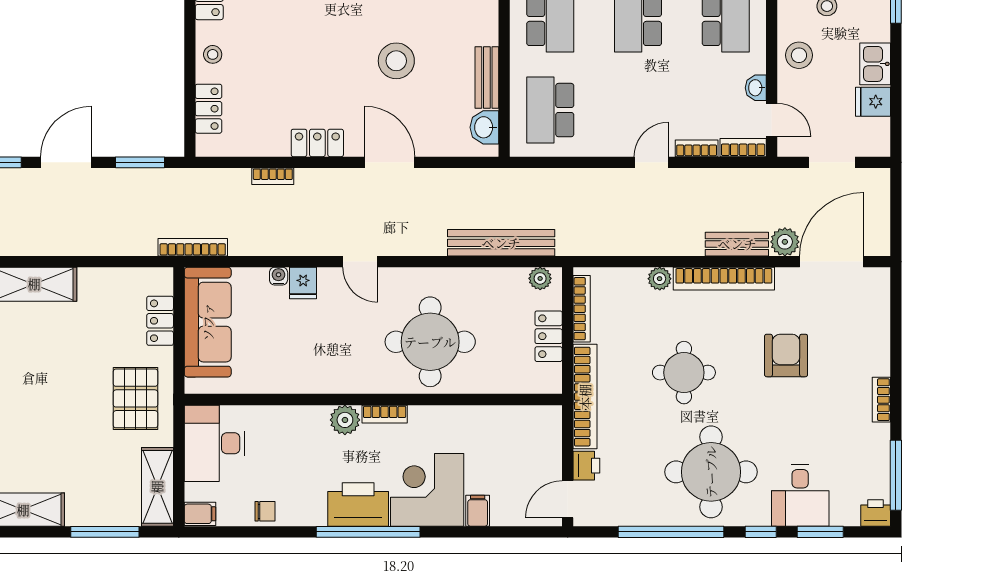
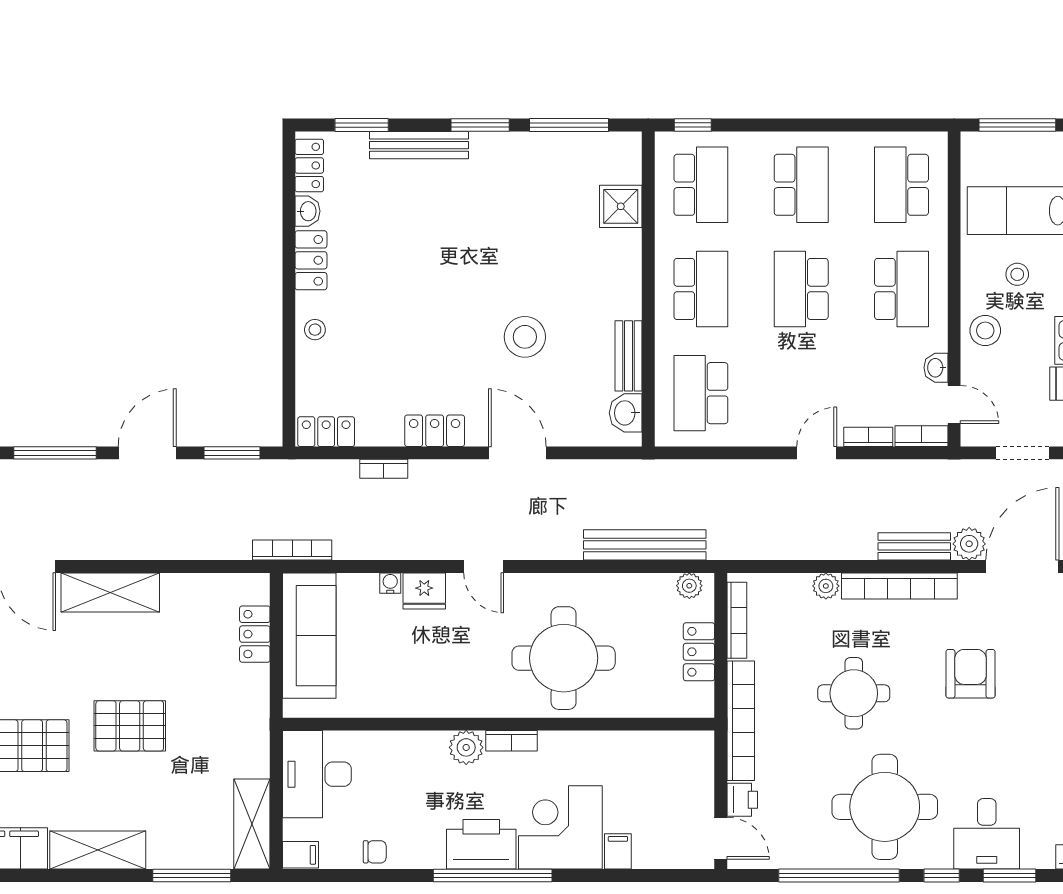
locker: (208, 109) -> (326, 432), moved, turned -90
fridge: (303, 283) -> (424, 591), width x1.38
pallet: (135, 398) -> (130, 726), moved, turned 90
door: (568, 499) -> (721, 838), swing flipped

